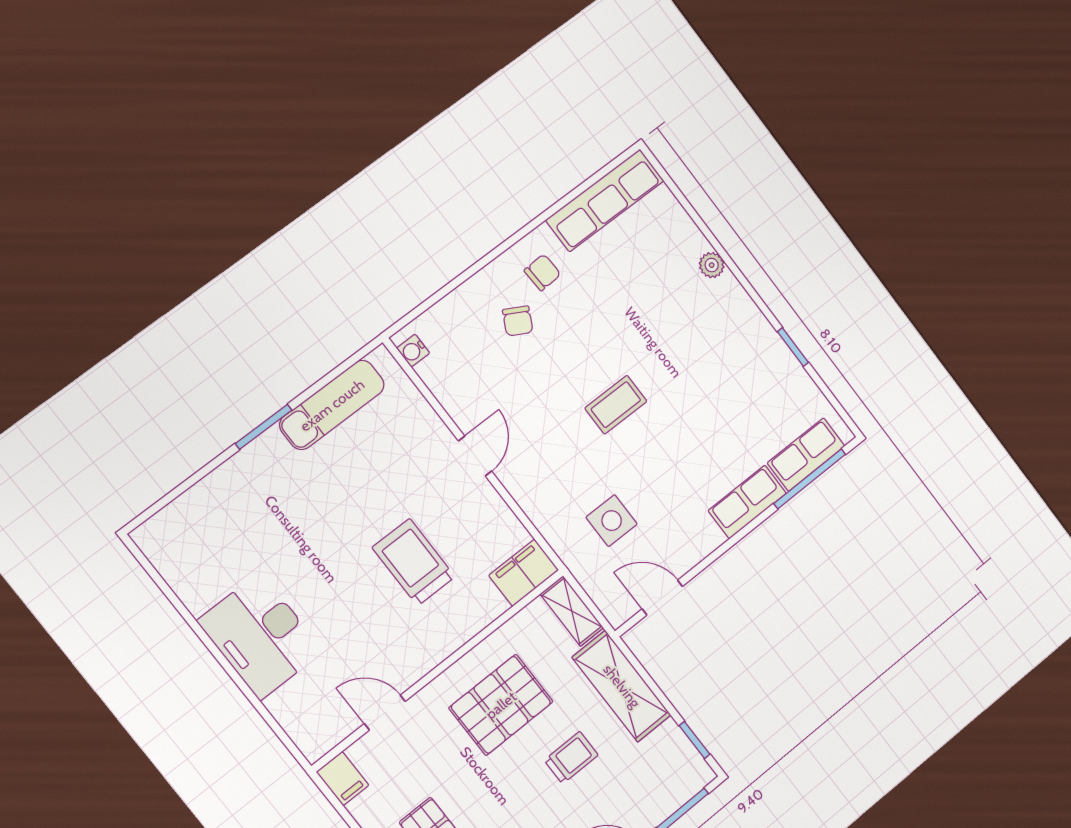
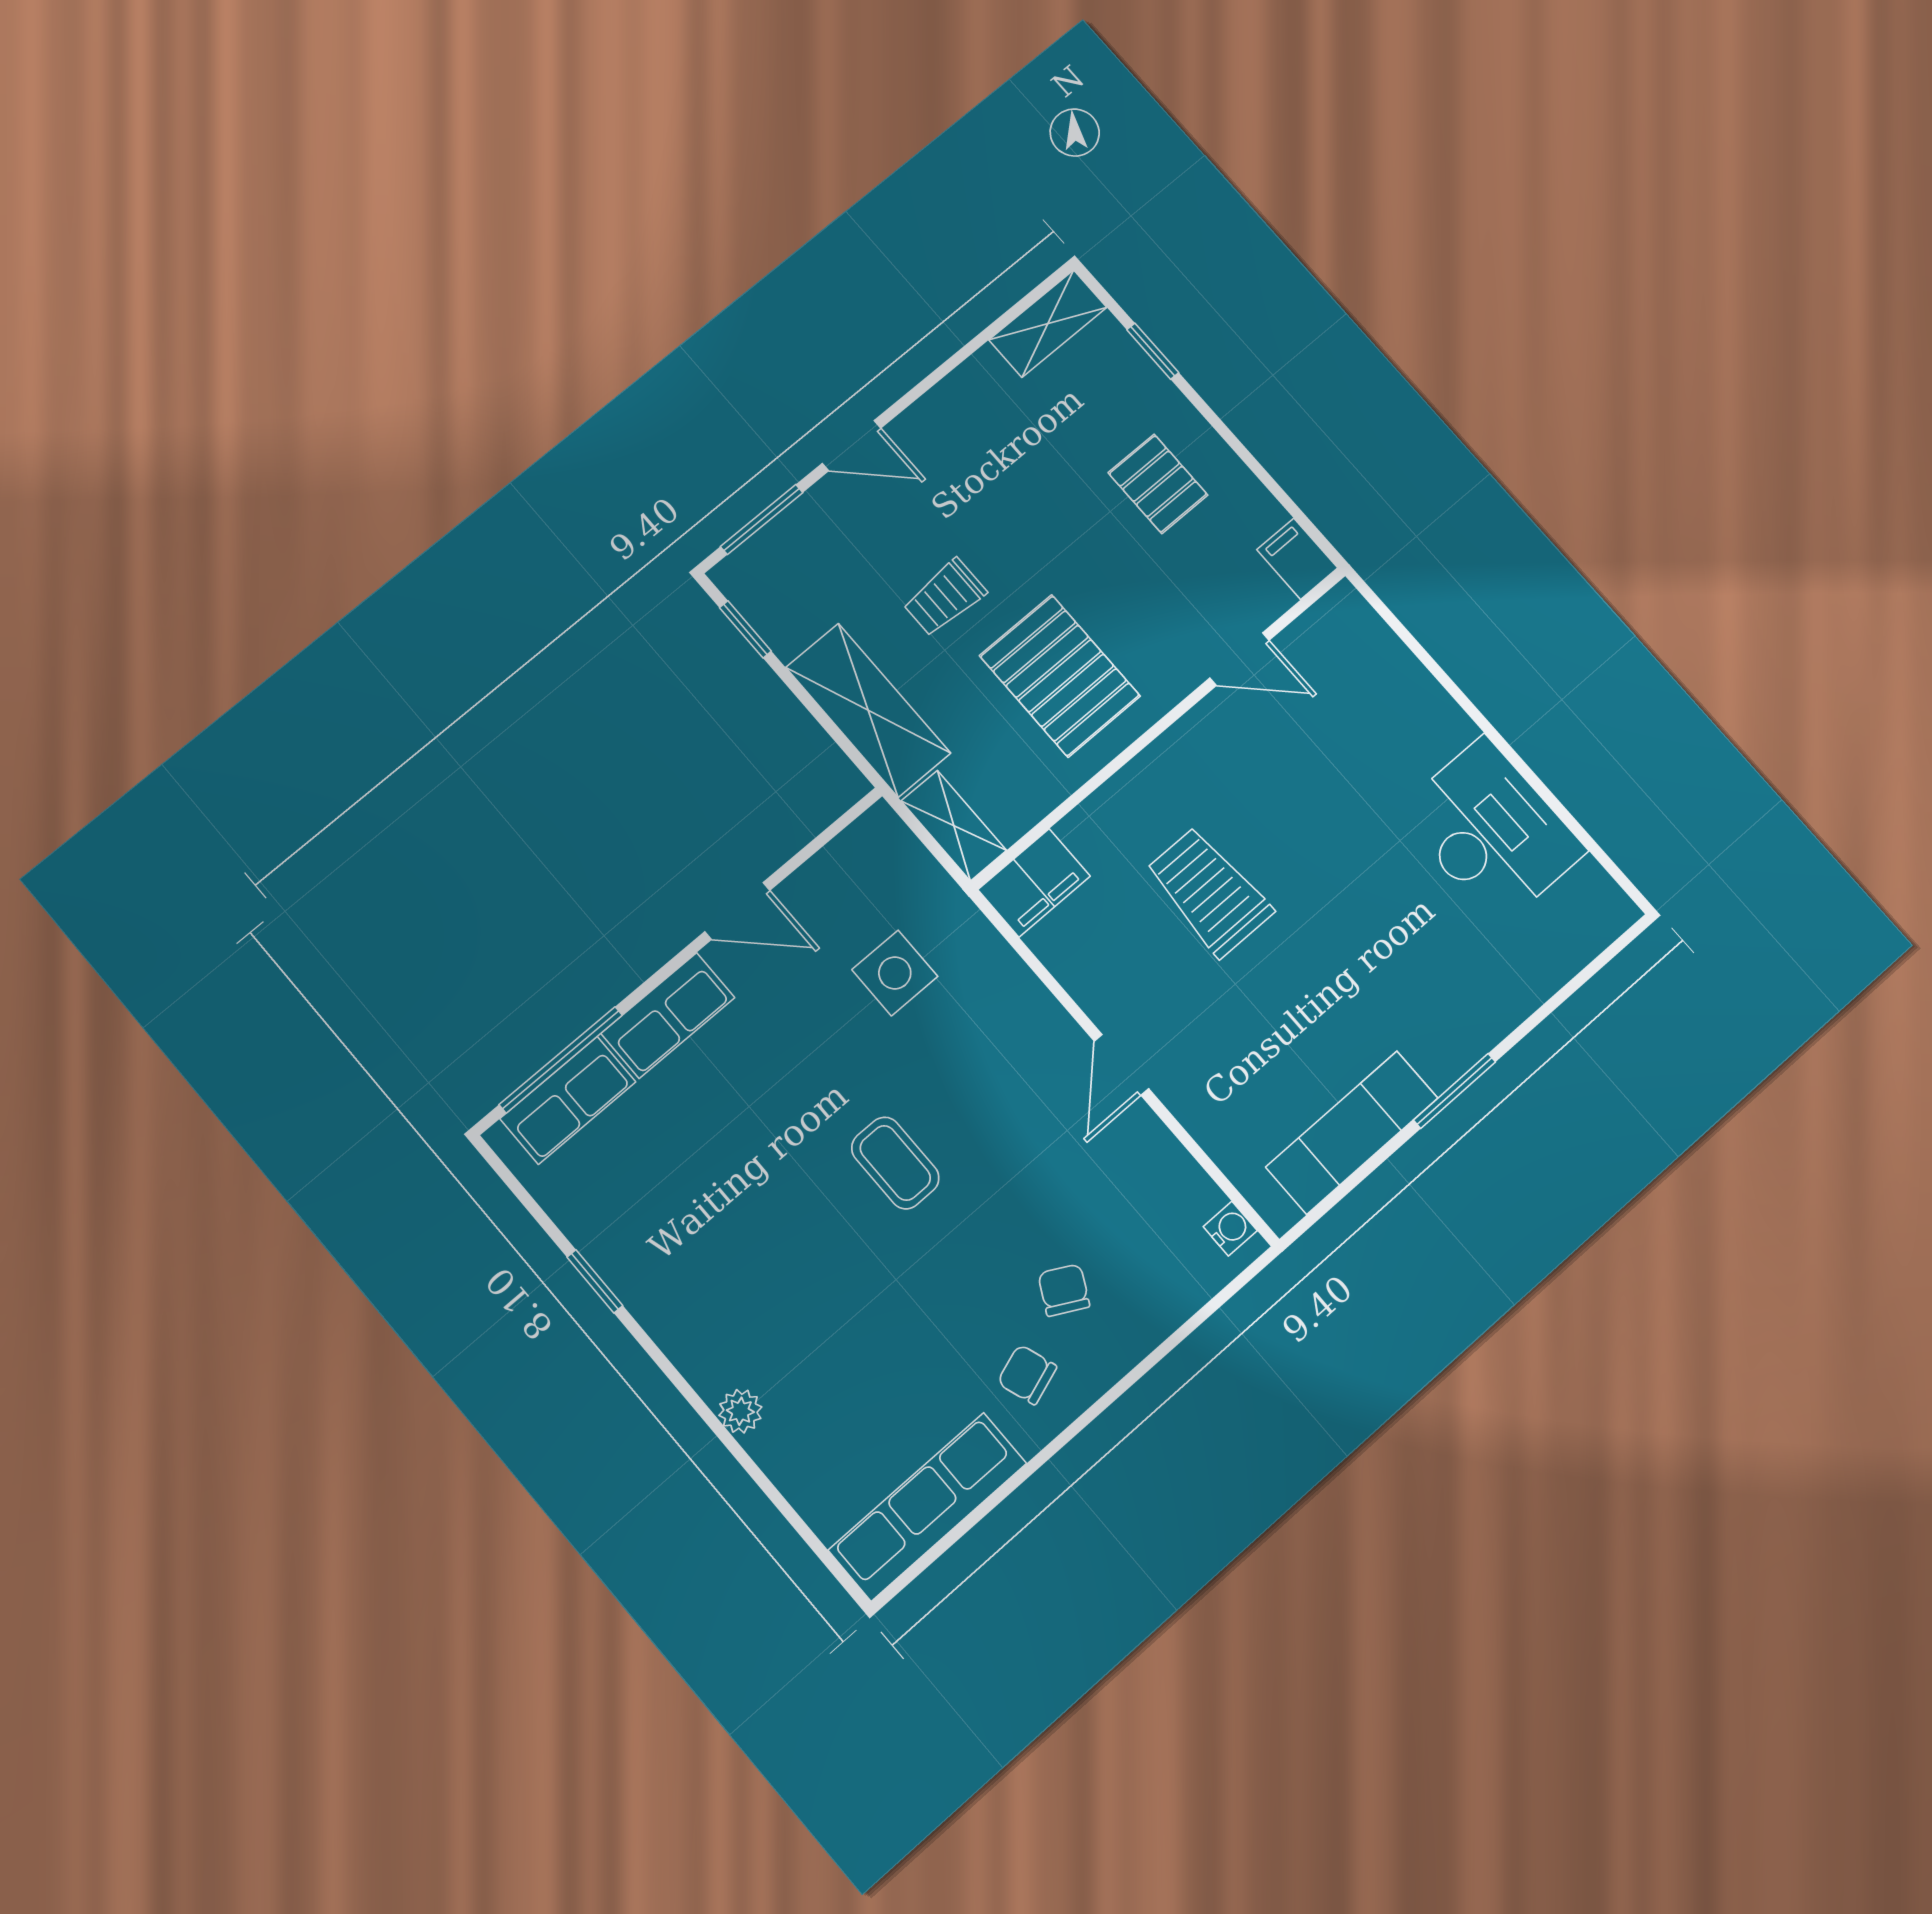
chair: (542, 272) -> (1027, 1375), turned 74
coffee table: (616, 405) -> (895, 1163), turned 90
trolley: (414, 562) -> (1209, 891), turned 180
door: (662, 598) -> (737, 911), moved
desk: (260, 636) -> (1491, 831), moved
pallet: (501, 705) -> (1060, 676), turned 90

